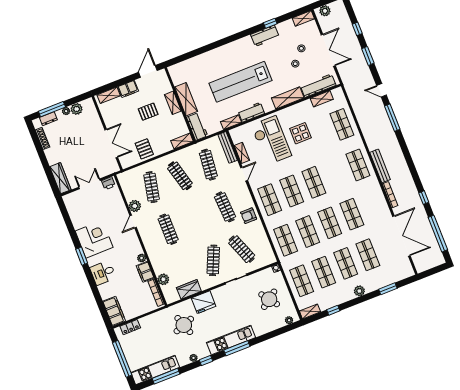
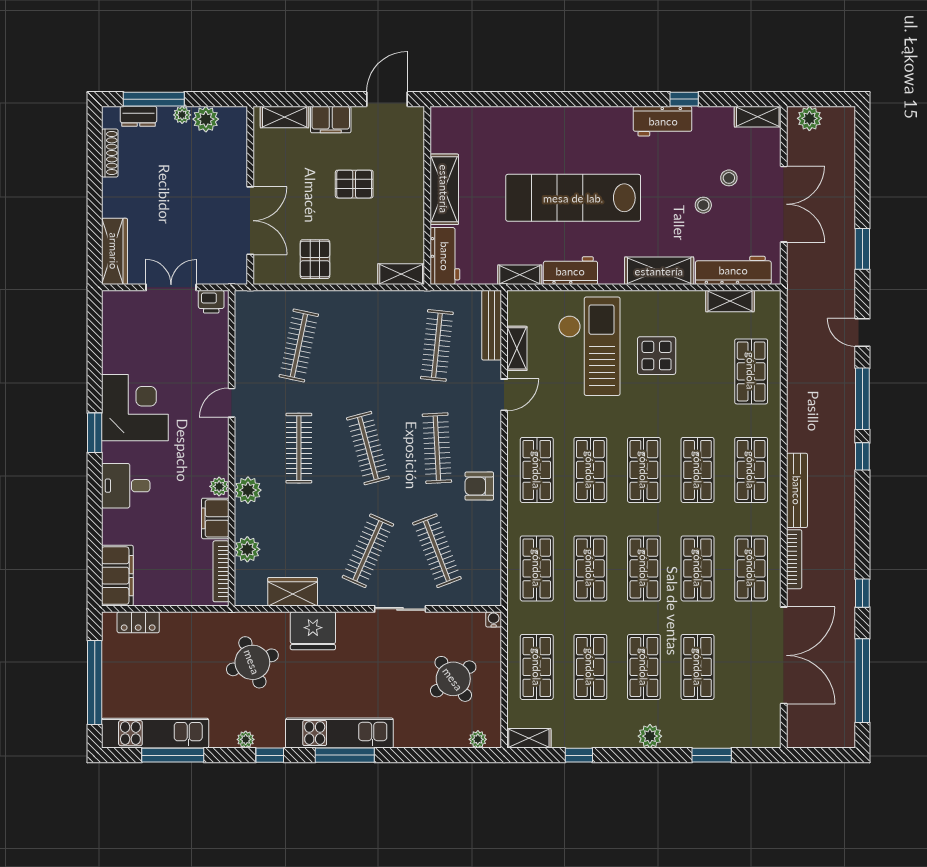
window: (357, 29) -> (862, 456), moved
shelving: (173, 103) -> (413, 186), removed
shop shelf: (336, 174) -> (698, 470), added
clothes rail: (180, 176) -> (368, 448), moved
shop shelf: (374, 205) -> (751, 568), added
plant: (135, 206) -> (248, 490), moved

